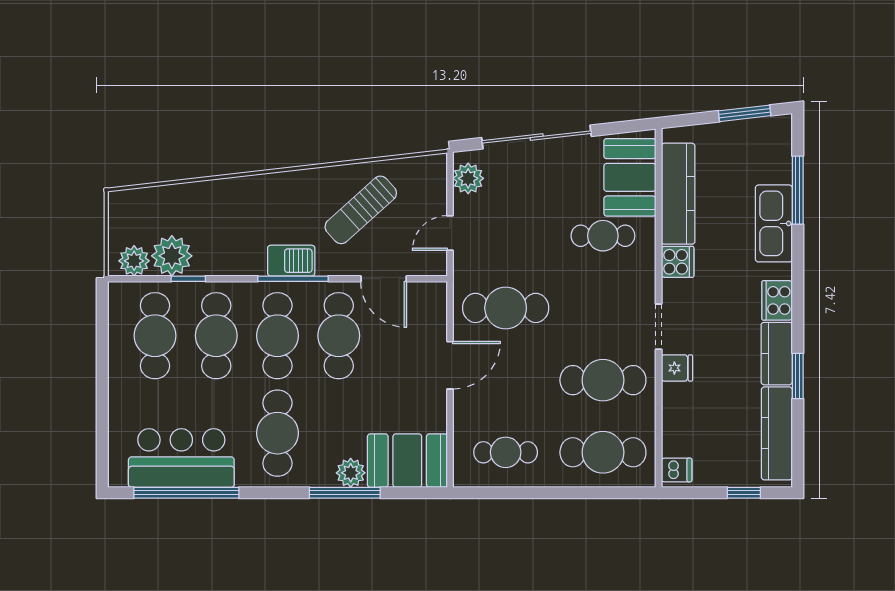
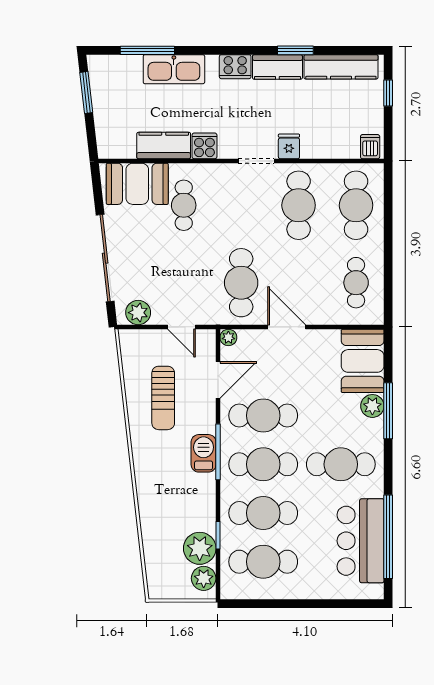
kitchen counter: (678, 194) -> (164, 145), width x0.67
sun lounger: (361, 210) -> (163, 398), turned 42
plant: (437, 292) -> (228, 337), added

